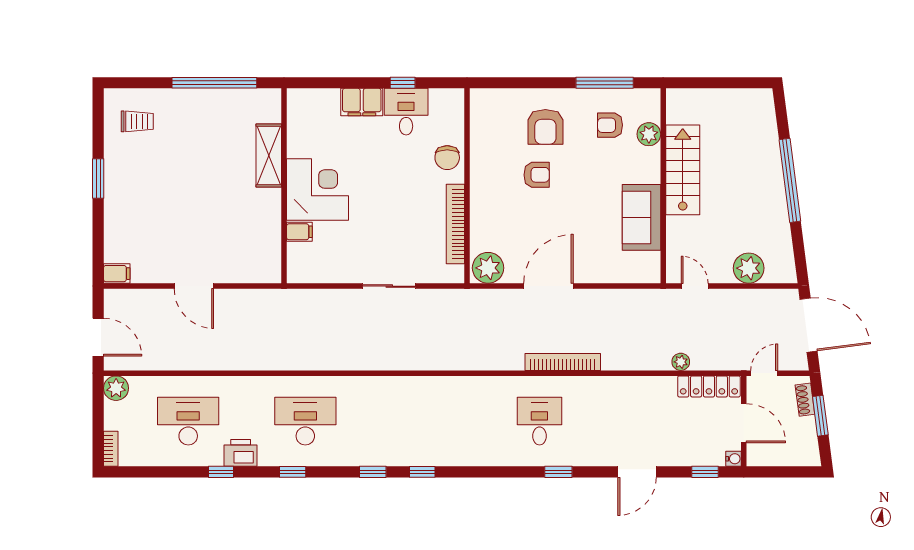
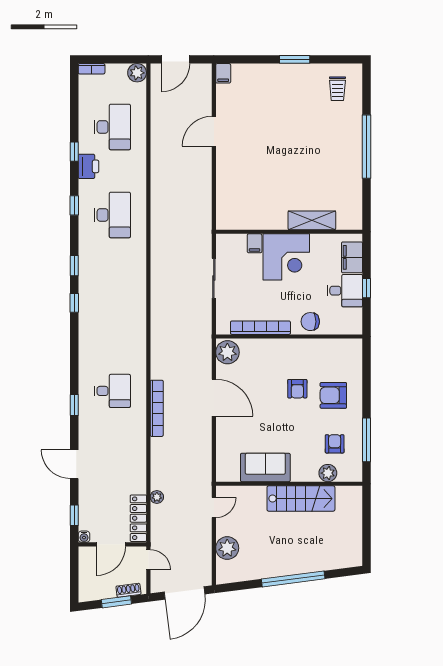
shelving: (269, 155) -> (312, 220), moved
wall: (284, 186) -> (289, 232), moved
corner desk: (318, 190) -> (286, 257), moved
filing cabinet: (299, 232) -> (255, 243), moved

